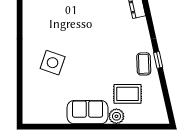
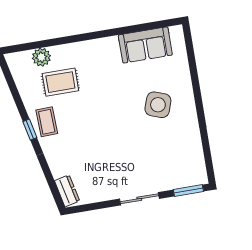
sofa: (87, 112) -> (145, 45), moved
plant: (116, 116) -> (41, 57), moved

